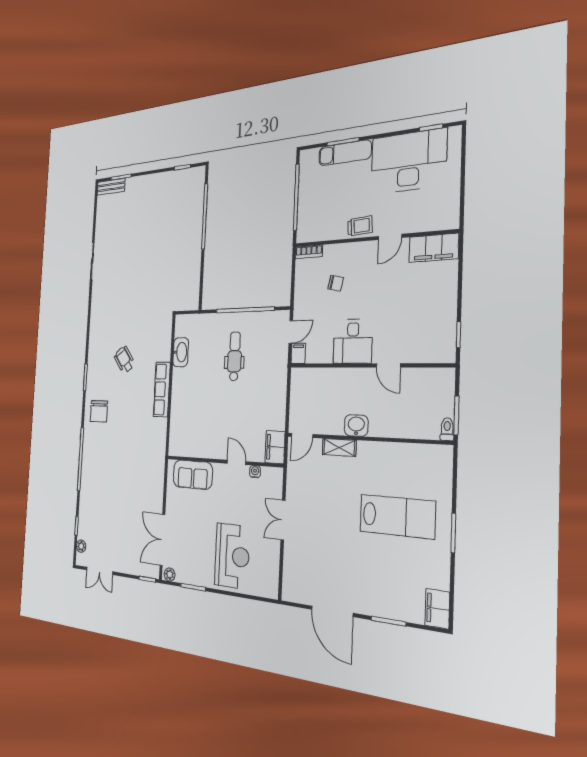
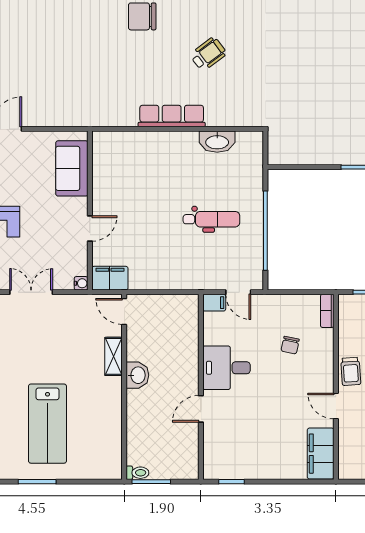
water cooler: (255, 472) -> (81, 283), moved

